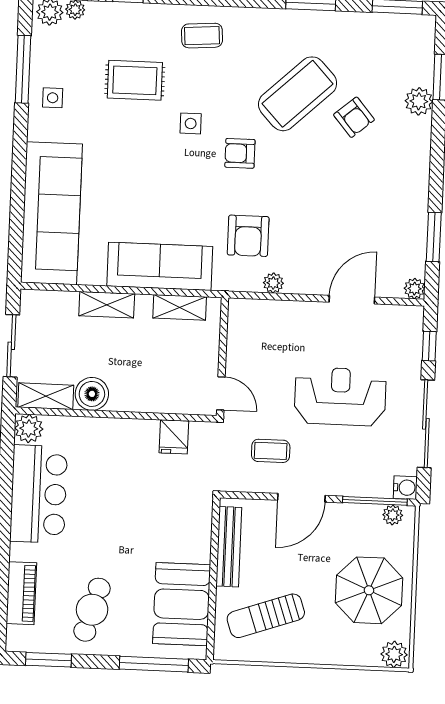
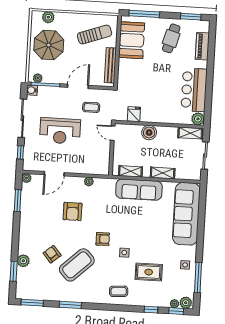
armchair: (248, 236) -> (73, 211), moved, turned 180
boiler: (92, 394) -> (149, 133), moved
plant: (394, 654) -> (48, 17), moved

